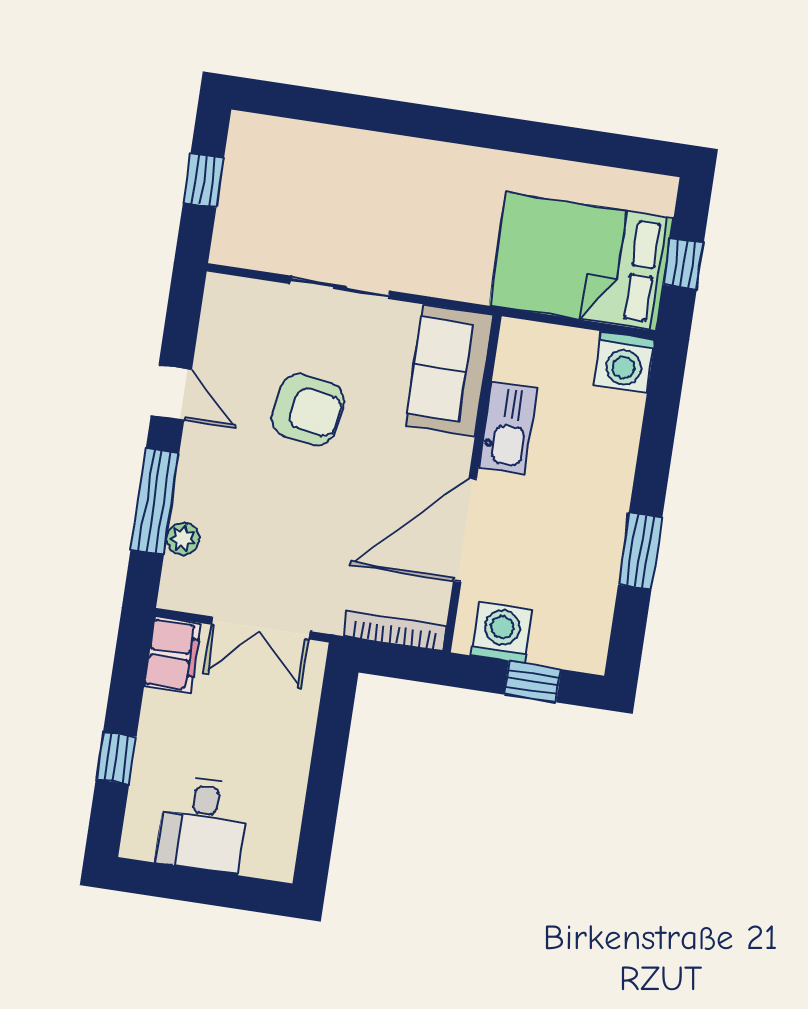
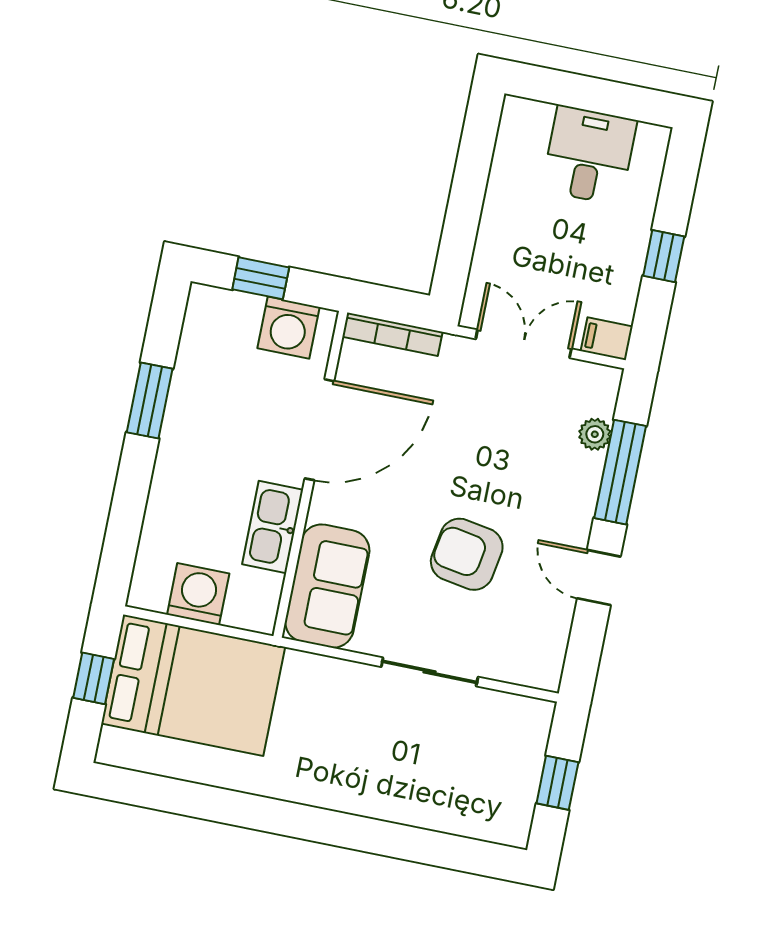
washing machine: (624, 362) -> (198, 594), moved
filing cabinet: (173, 655) -> (607, 339), width x0.50
window: (116, 758) -> (664, 256), moved

